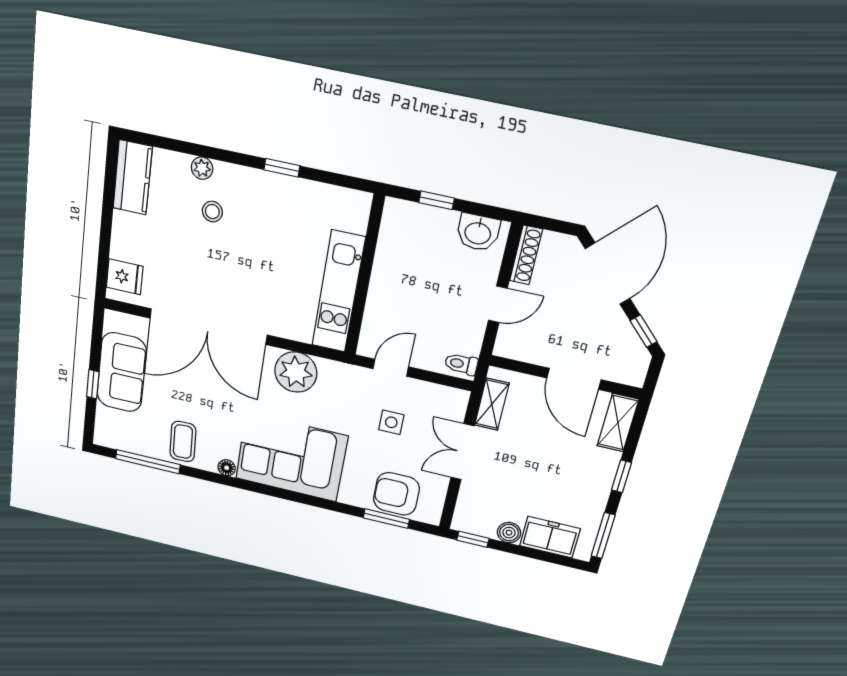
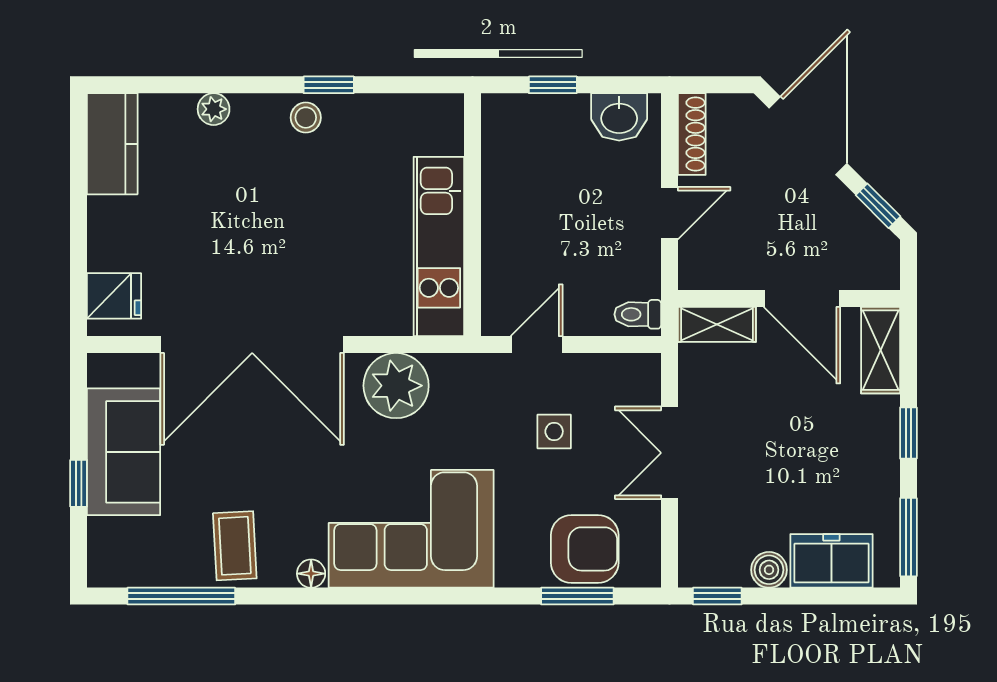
stool: (212, 212) -> (306, 118), moved
shelving: (492, 404) -> (717, 324), moved, turned 90
armchair: (396, 494) -> (585, 549), turned 180

